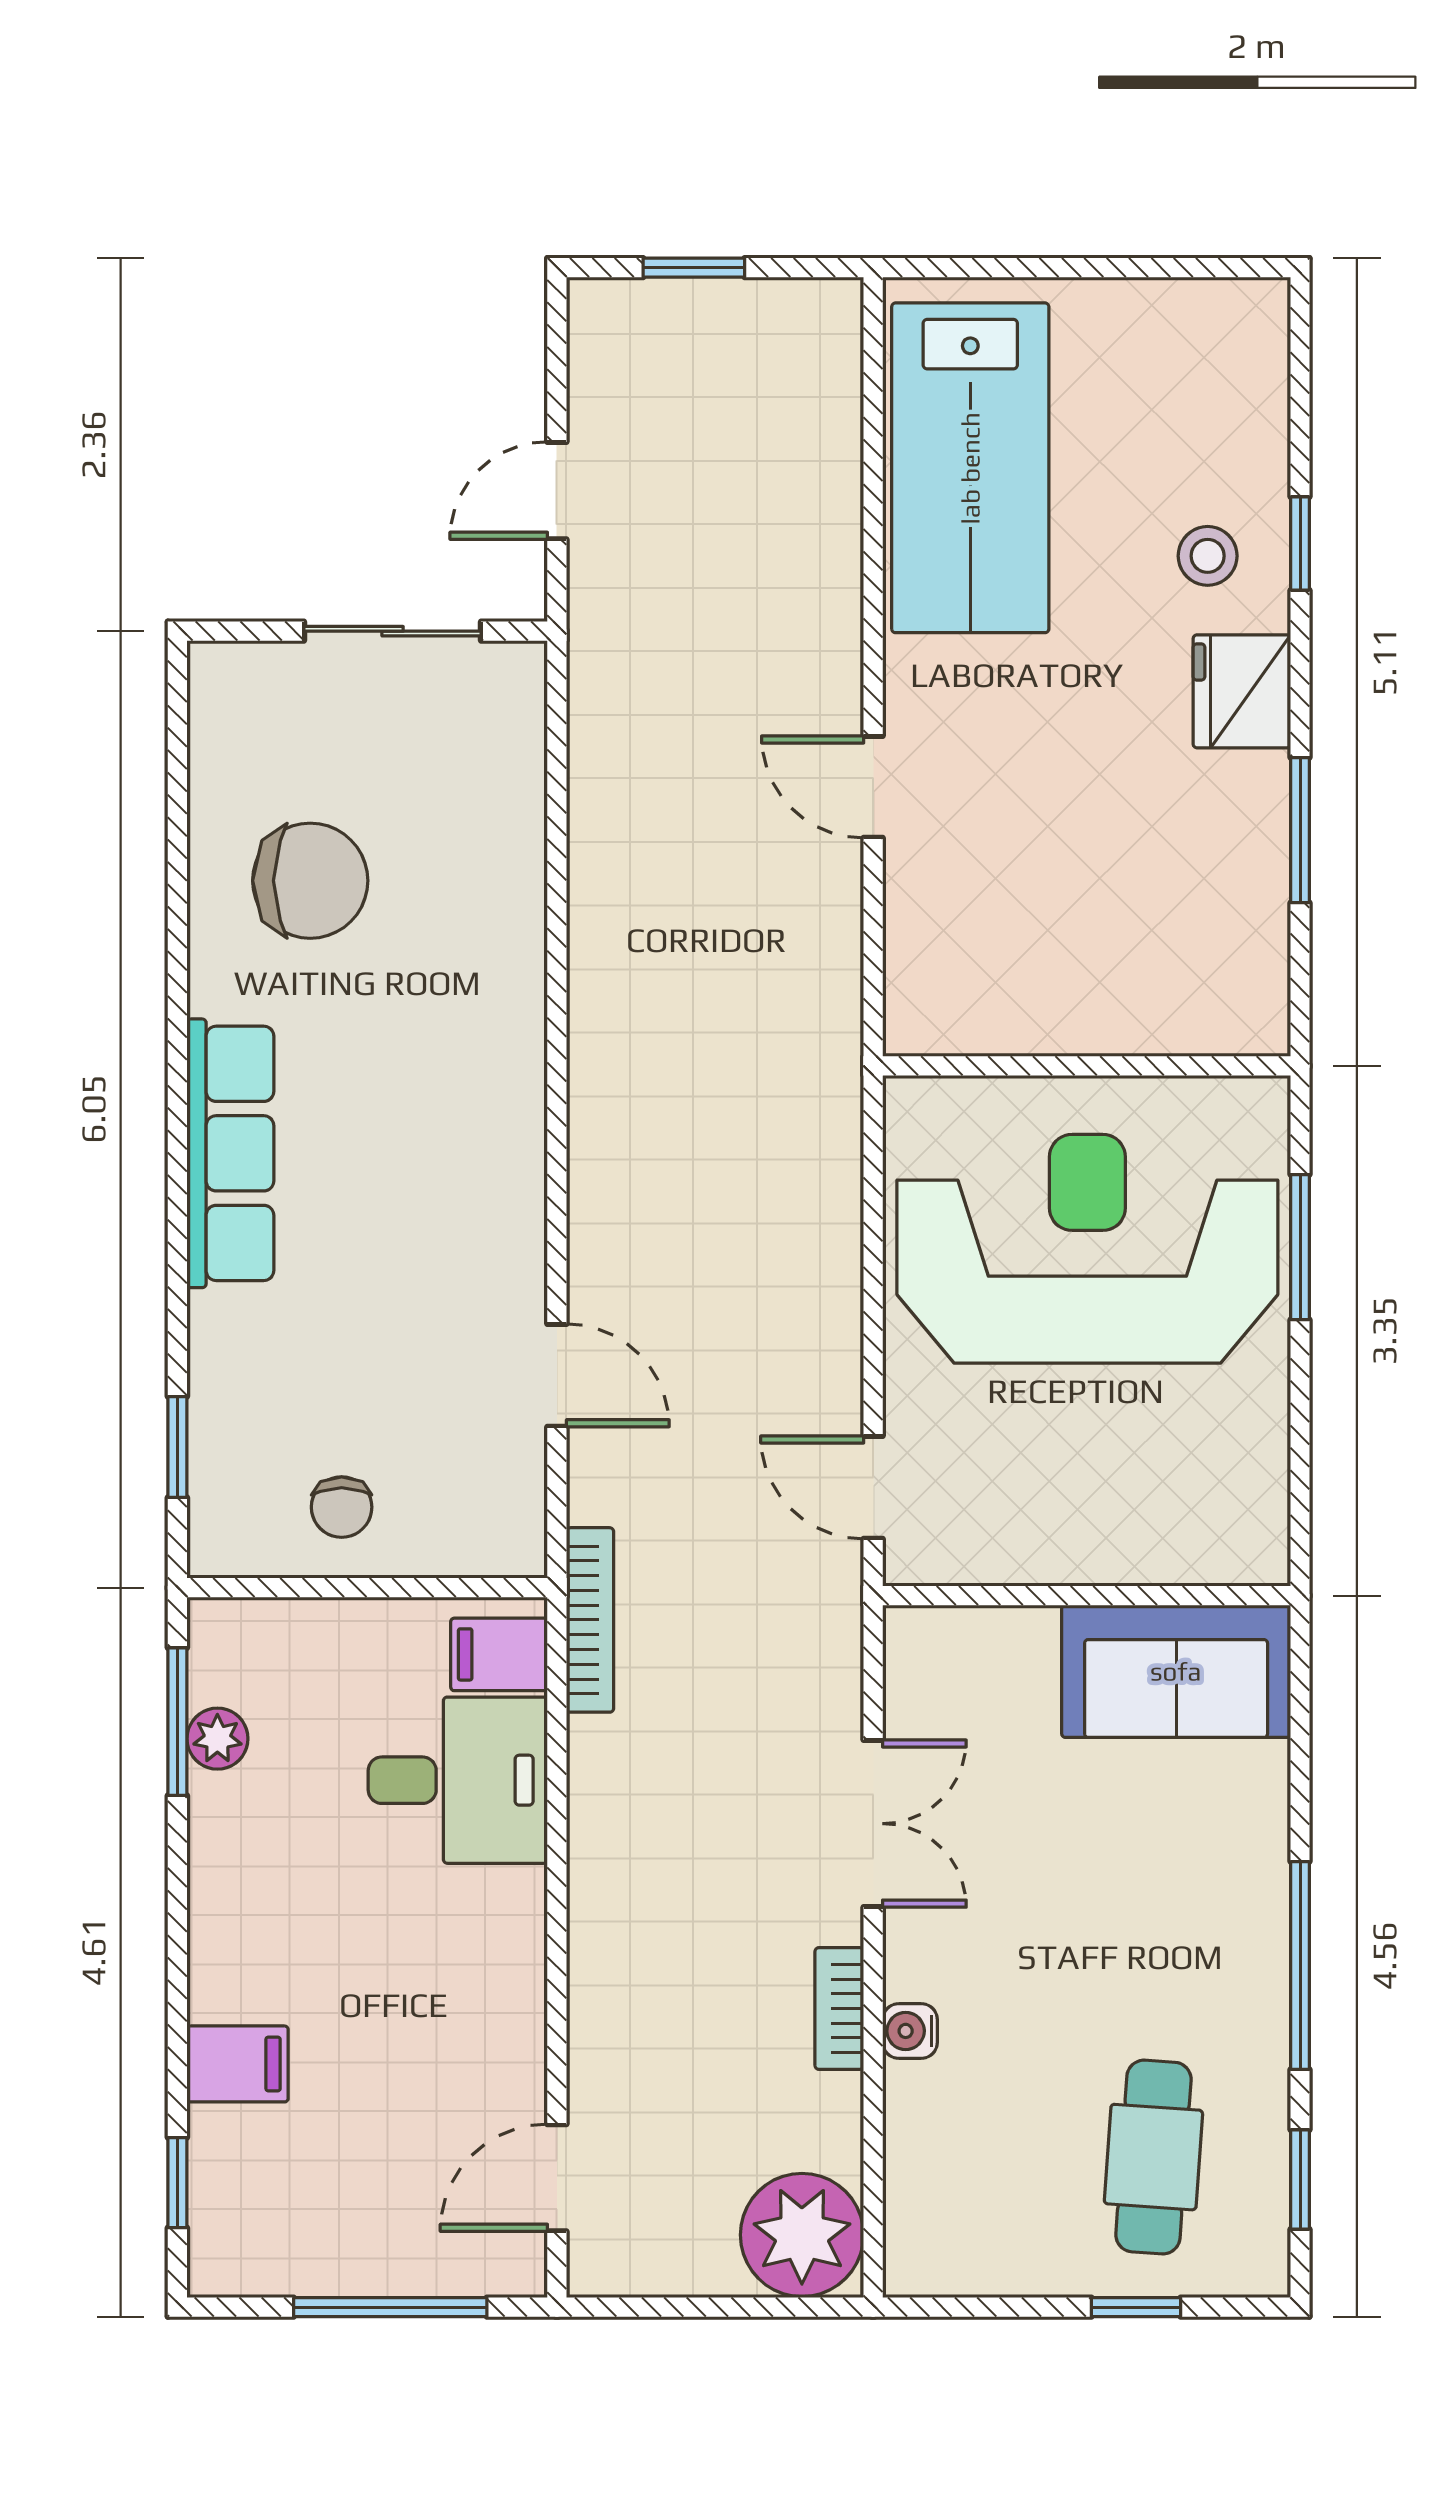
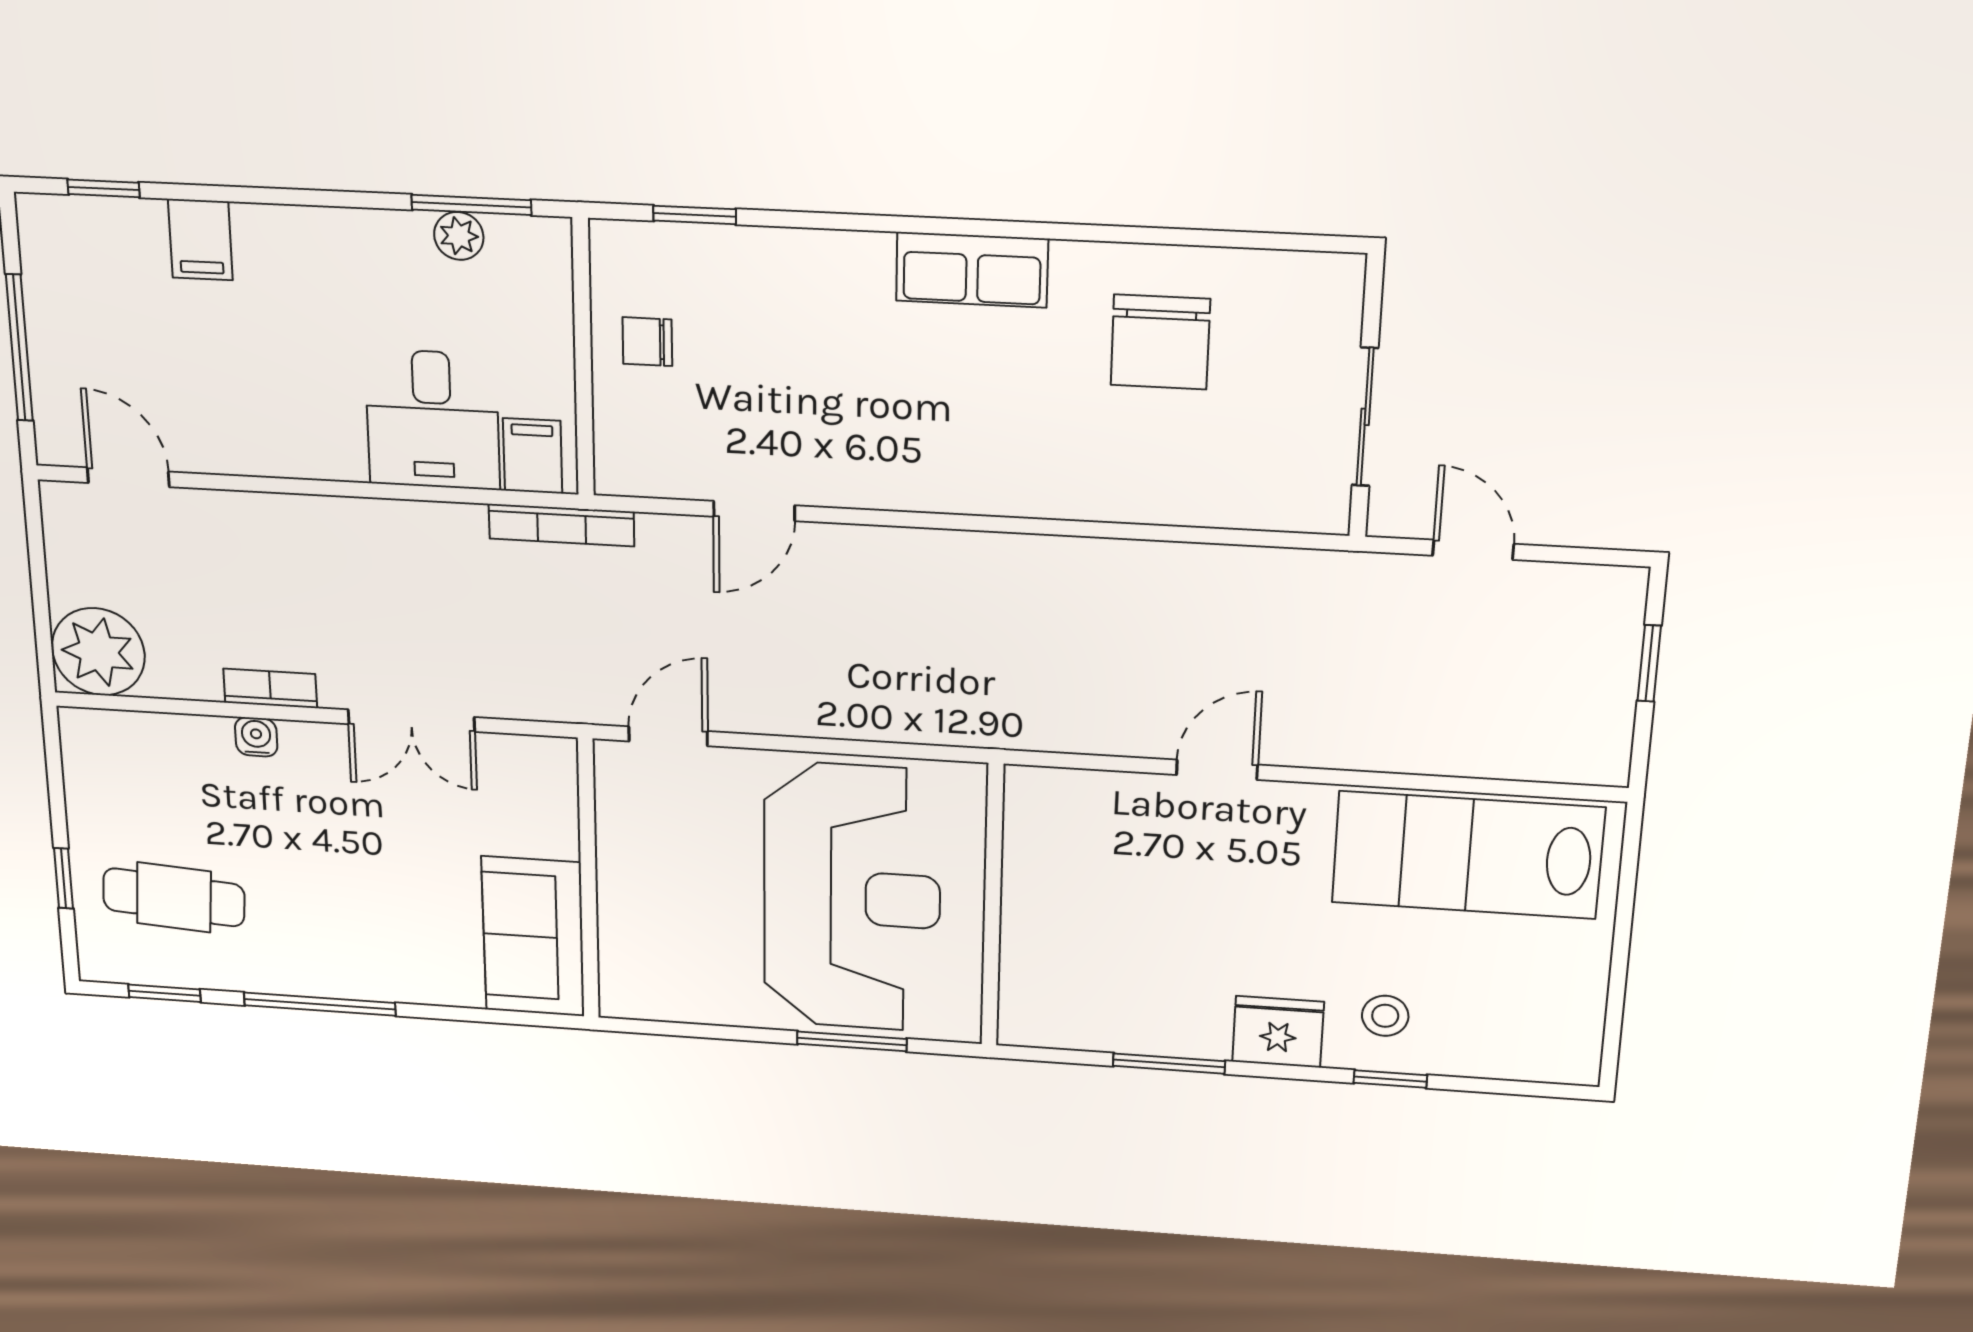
row of seats: (230, 1153) -> (972, 270), width x0.68

